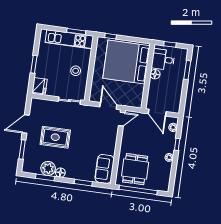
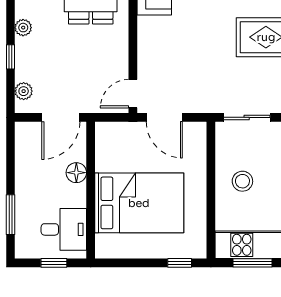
bed: (126, 62) -> (139, 203), width x0.73
floor lamp: (155, 74) -> (76, 173), moved
door: (157, 113) -> (61, 117), swing flipped

